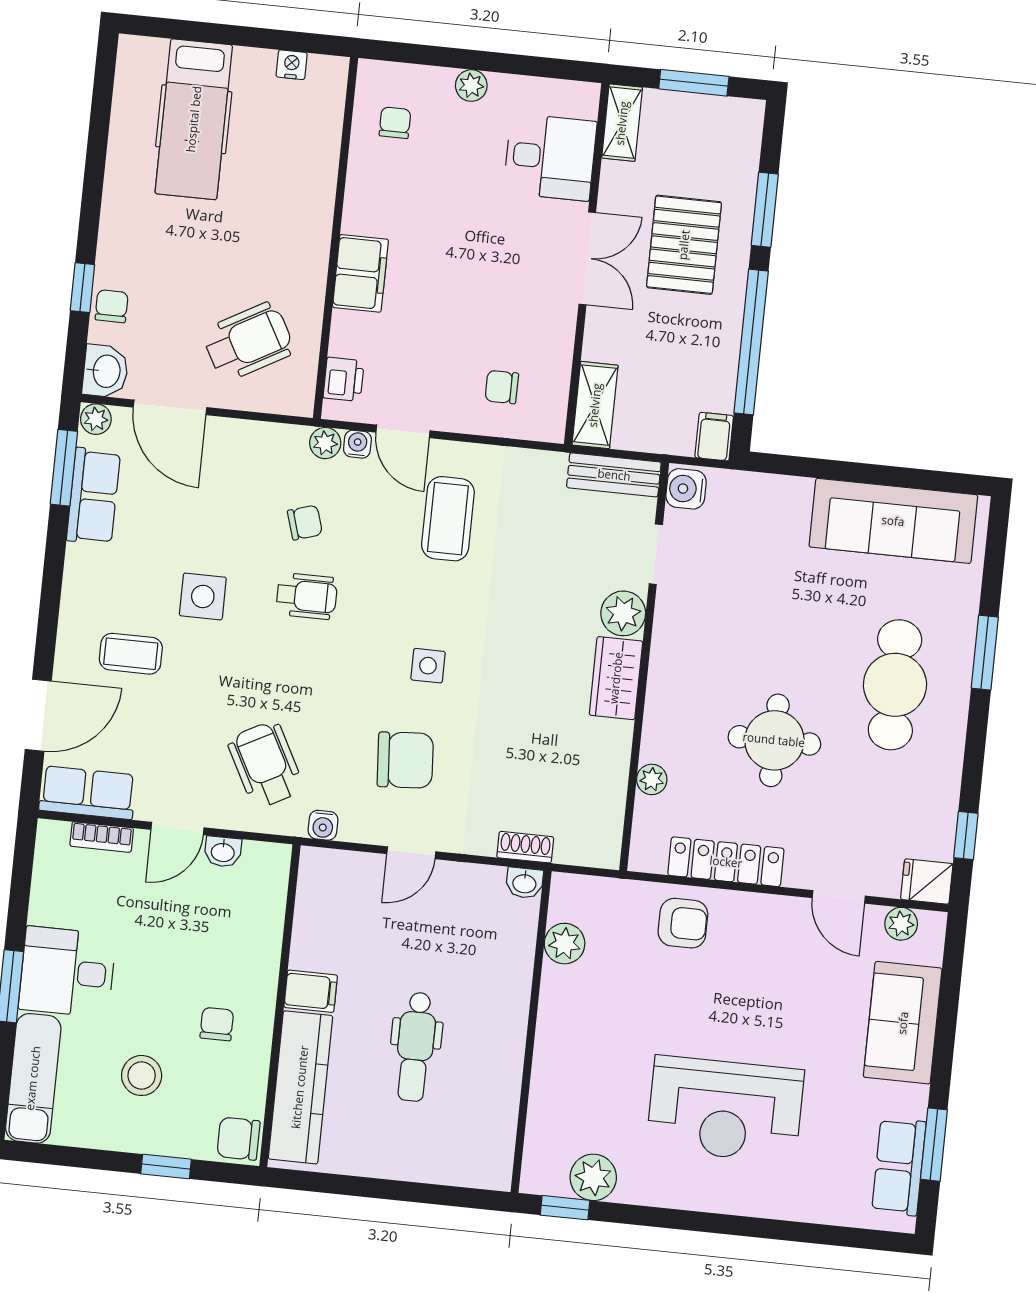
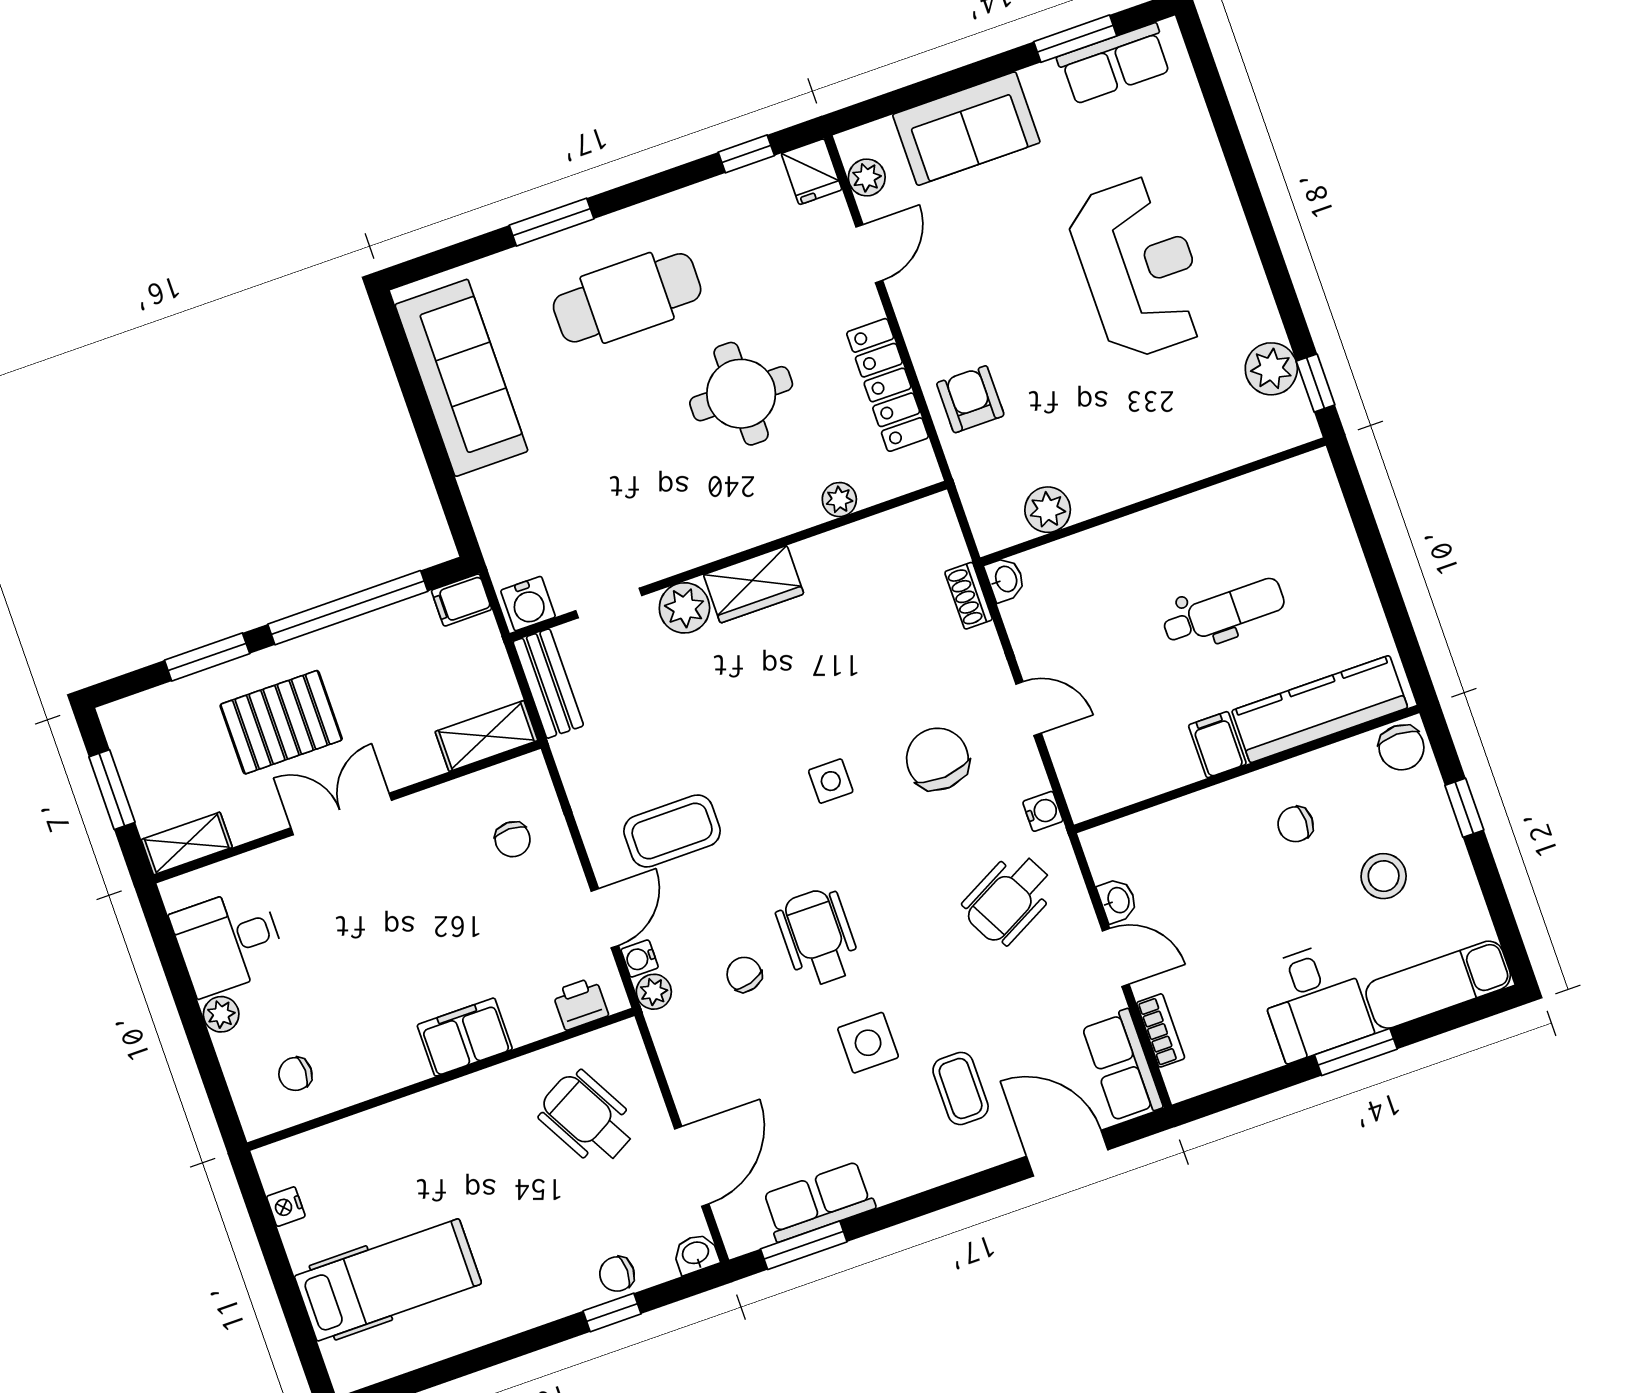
desk: (550, 157) -> (228, 941), moved, turned -90
washbasin: (105, 371) -> (696, 1254), width x0.72, depth x0.69
plant: (96, 419) -> (739, 1236), removed
wheelchair: (307, 596) -> (818, 937), width x1.36, depth x1.37

